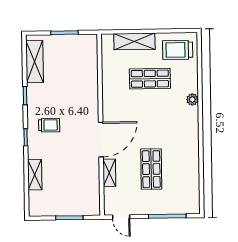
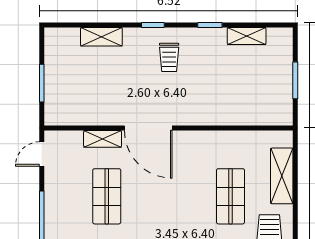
shelving: (35, 62) -> (247, 36), width x0.67, depth x0.75
shop shelf: (151, 169) -> (107, 196), turned 90

